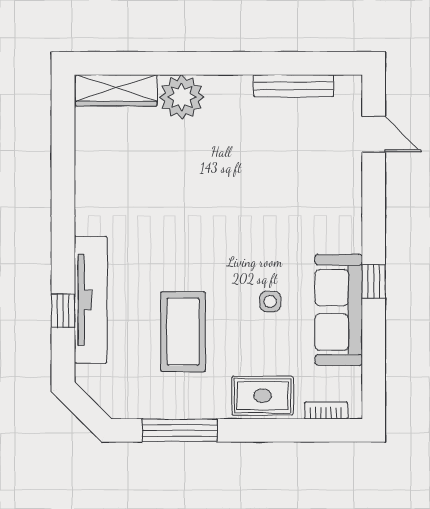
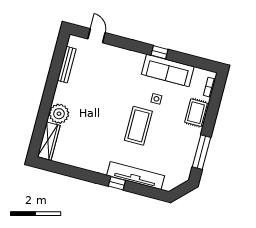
door: (374, 134) -> (97, 36), hinge flipped
window: (63, 311) -> (117, 183), moved
coffee table: (183, 332) -> (138, 126), moved, turned 90

